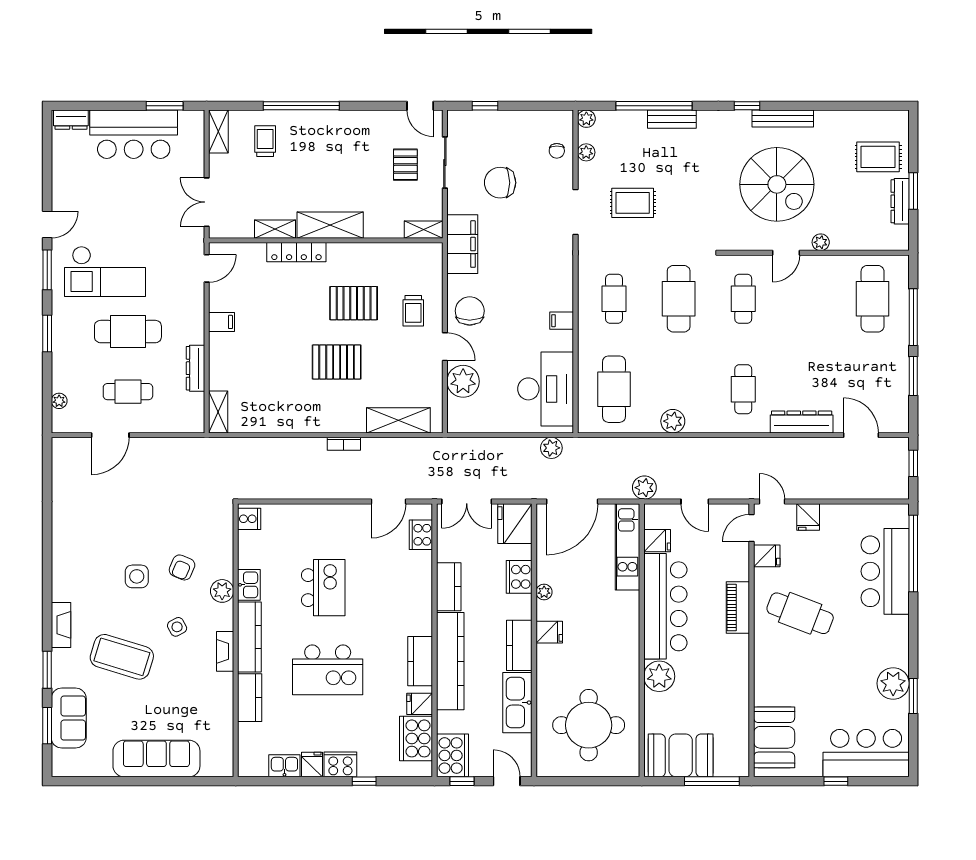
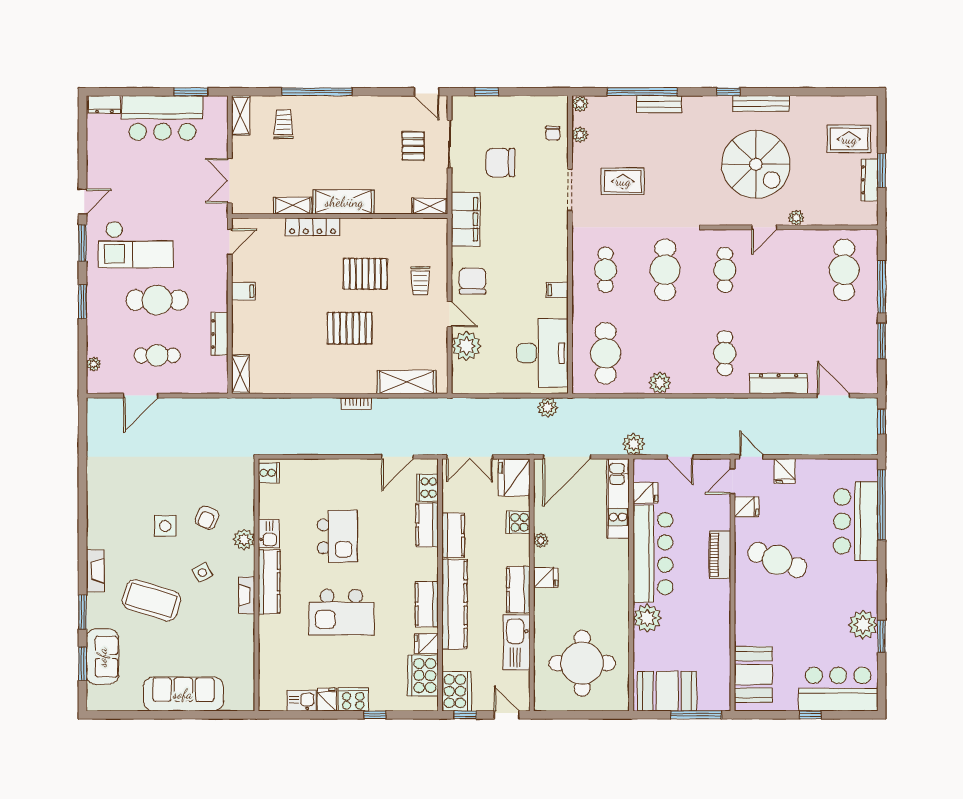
cooker: (519, 577) -> (518, 522), width x0.73
kitchen counter: (250, 698) -> (427, 525), moved, turned 180

